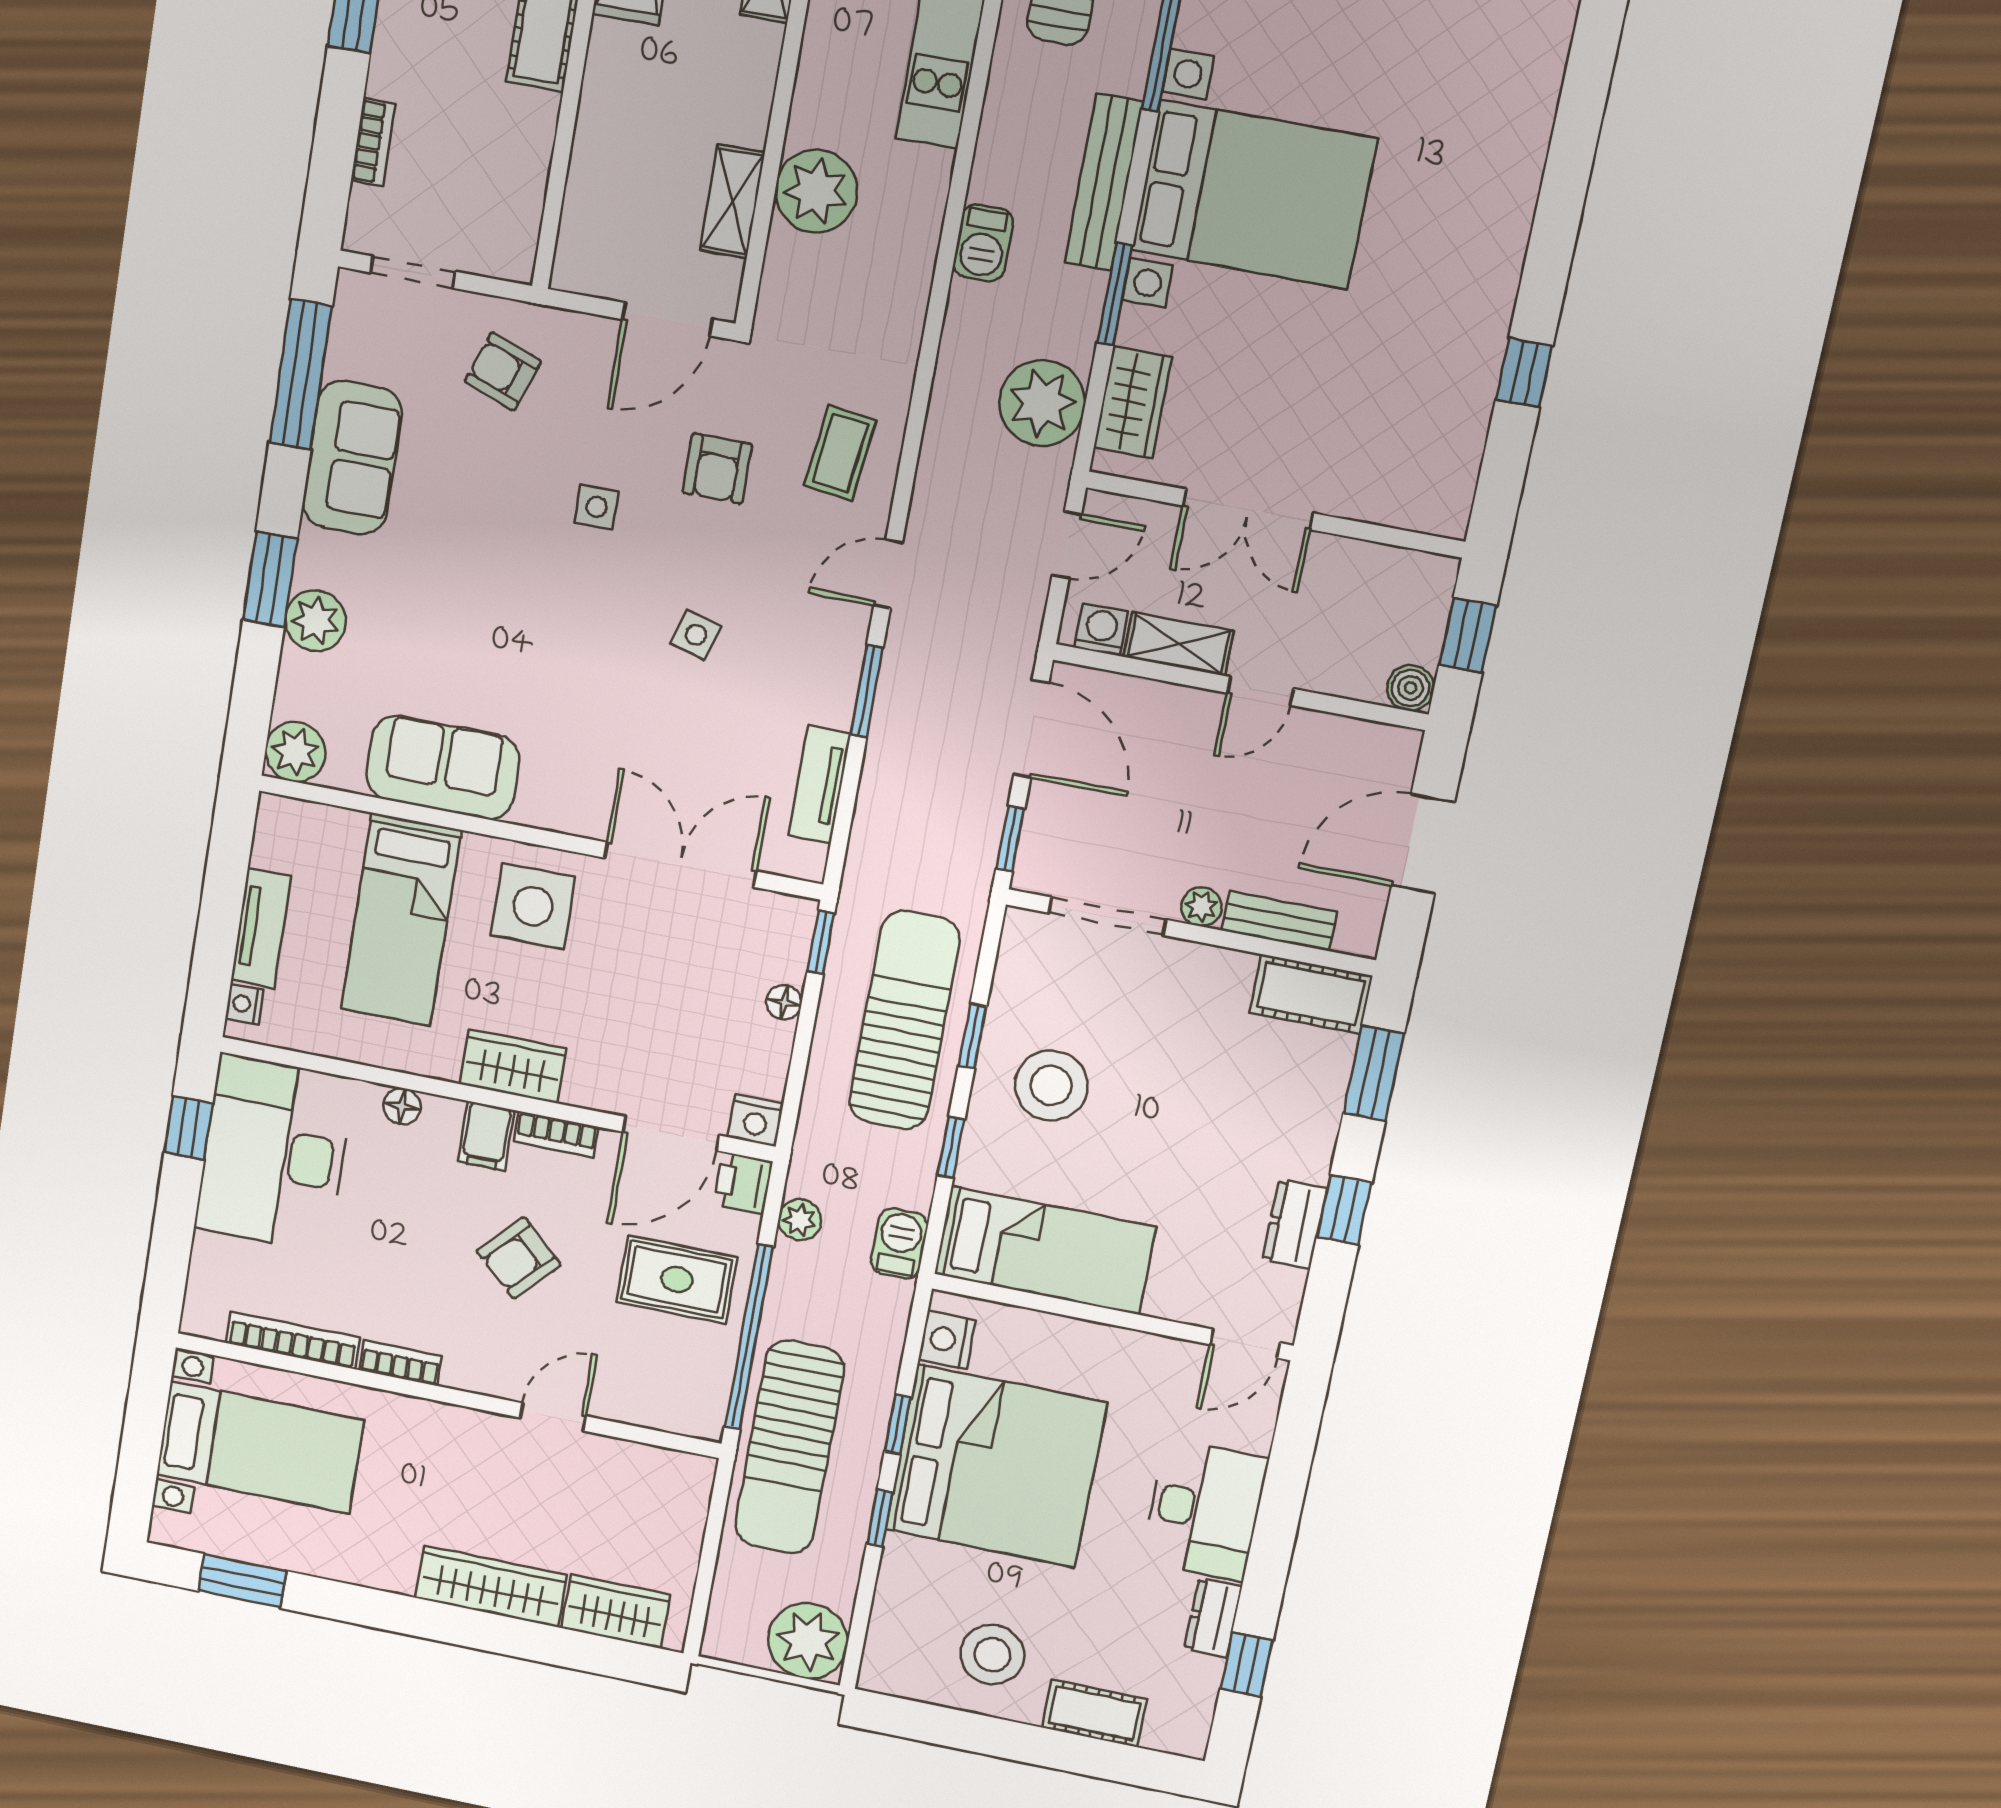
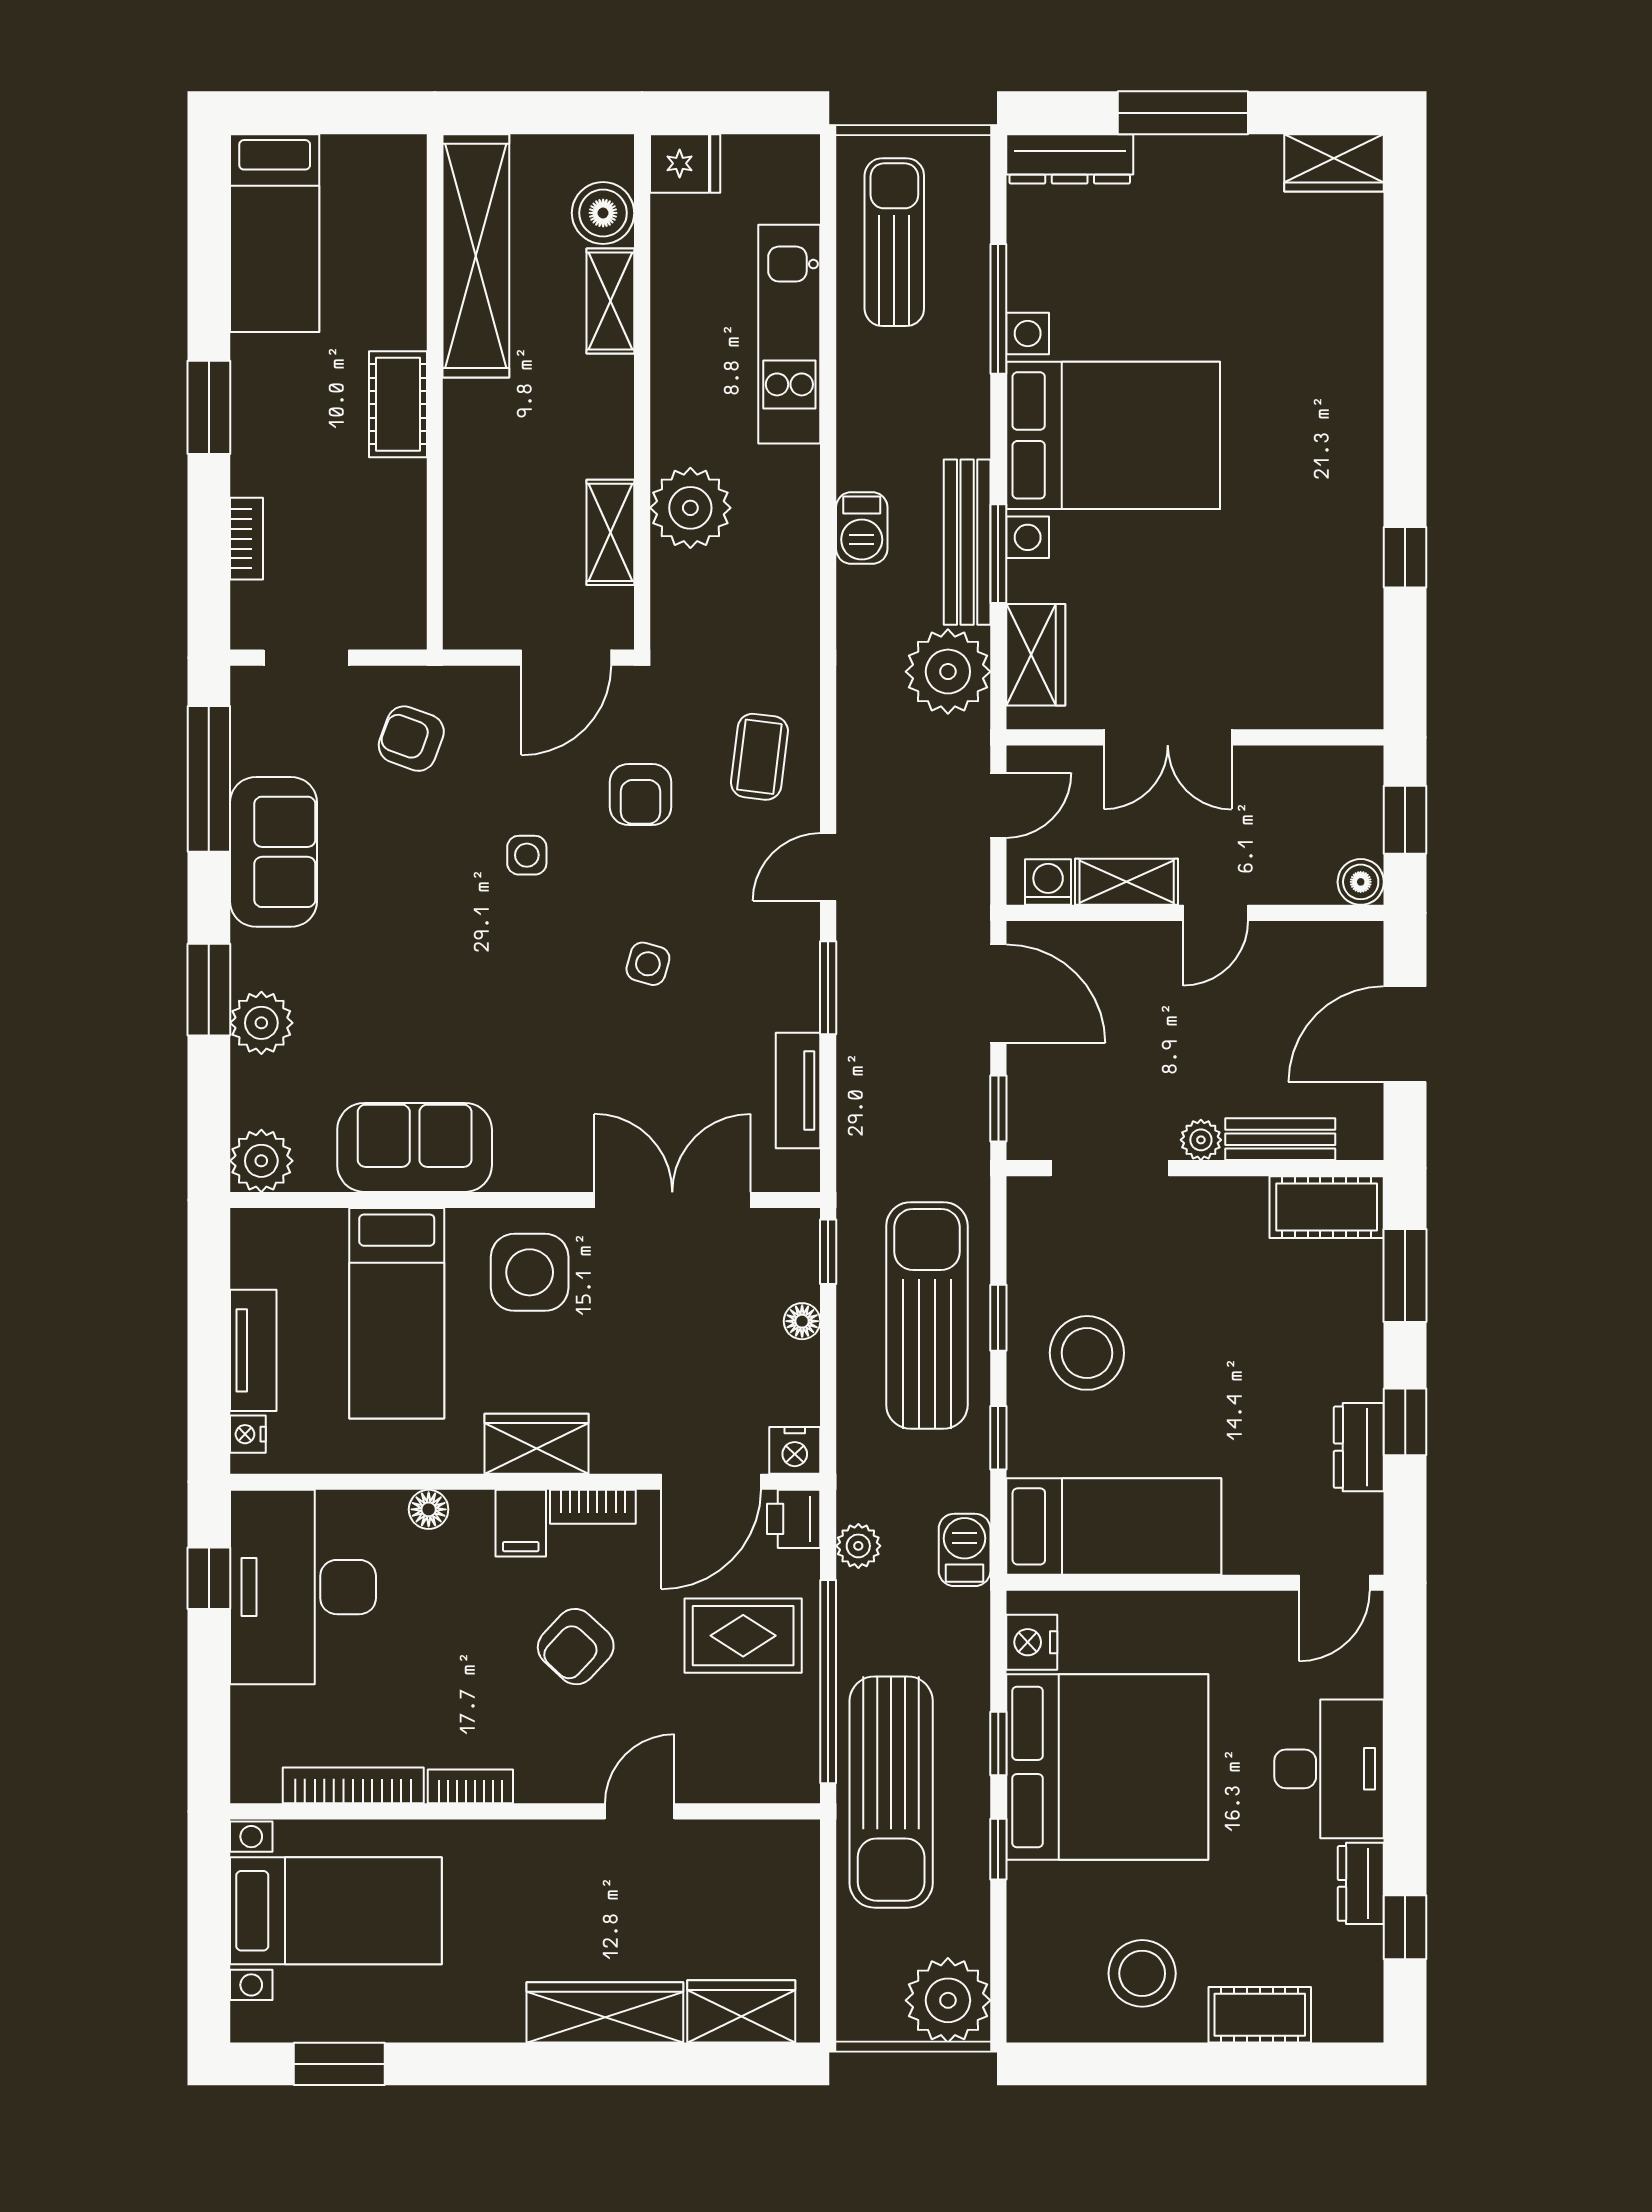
bench: (1104, 182) -> (967, 542), moved

